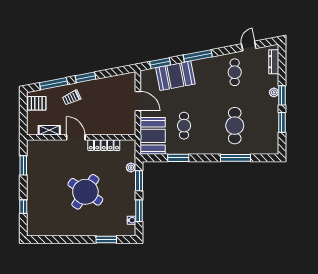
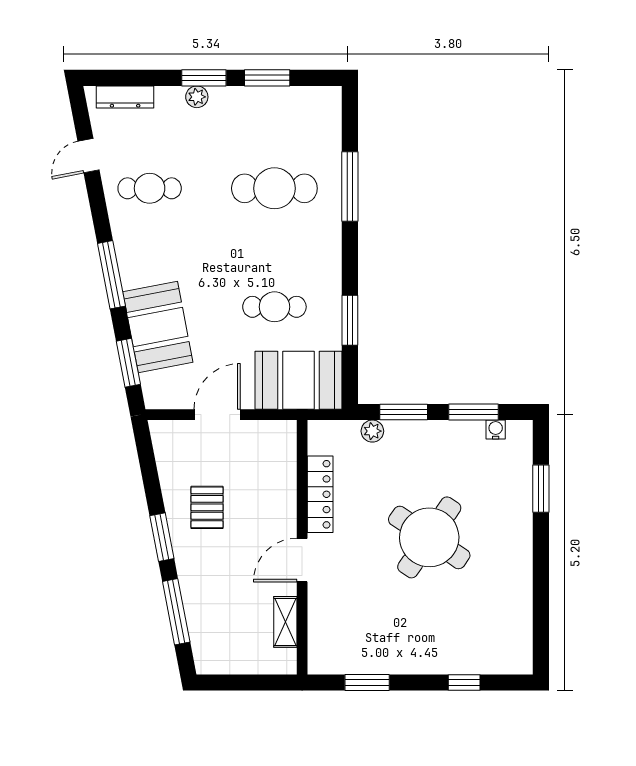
door: (249, 46) -> (89, 156), hinge flipped
trolley: (72, 98) -> (209, 570), removed
pallet: (37, 103) -> (207, 507), moved

